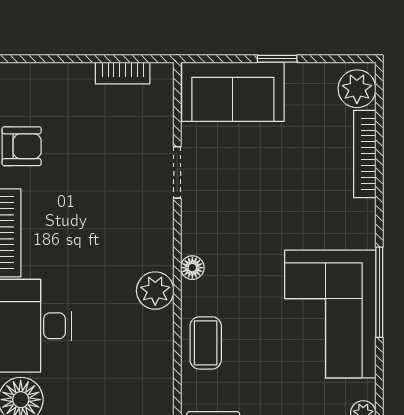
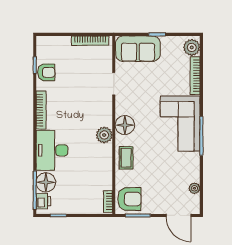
bookcase: (123, 73) -> (90, 41), width x1.56
floor lamp: (192, 268) -> (125, 125), width x1.89, depth x1.89
corner sofa: (330, 314) -> (180, 124), moved

